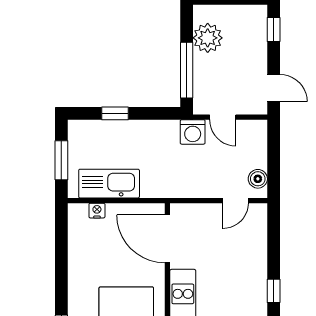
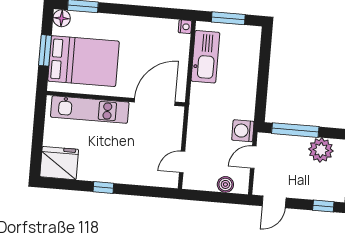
window: (115, 113) -> (264, 67), removed
boiler: (258, 179) -> (225, 184), moved
door: (236, 201) -> (182, 162), hinge flipped
nightstand: (97, 211) -> (185, 27), moved

